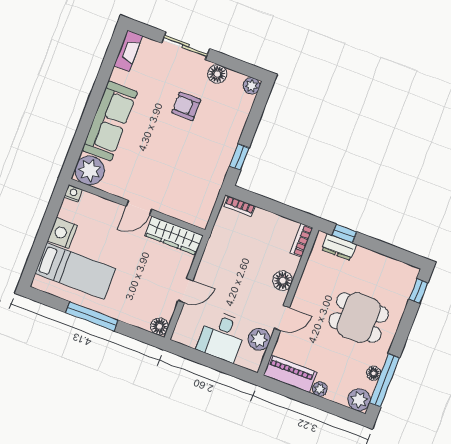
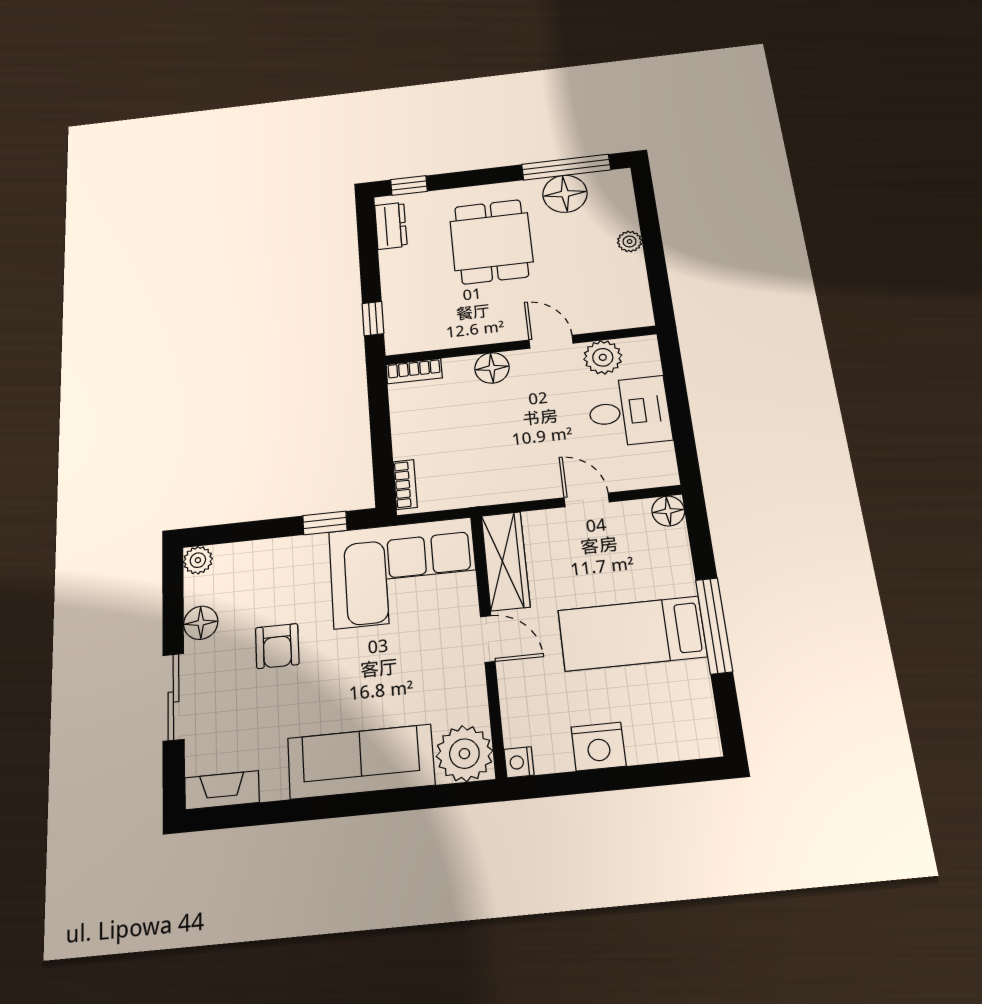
corner sofa: (193, 183) -> (403, 573), added
dresser: (339, 247) -> (391, 226), moved
bed: (75, 271) -> (632, 634), moved, turned -90
floor lamp: (374, 373) -> (565, 194), width x1.89, depth x1.89
piano: (290, 374) -> (631, 291), removed
plant: (359, 400) -> (614, 185), removed

